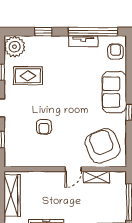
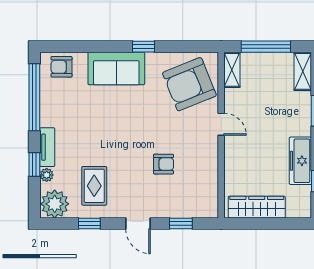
plant: (36, 41) -> (47, 175), added
tv unit: (83, 41) -> (47, 147), moved
shelving: (96, 177) -> (232, 70), moved

